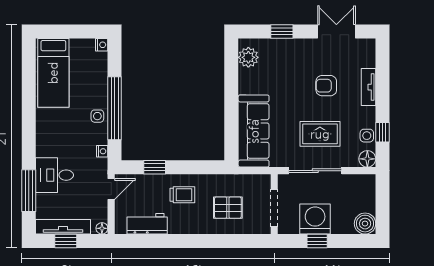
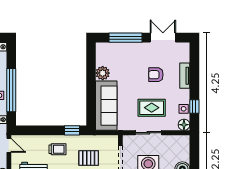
window: (282, 32) -> (126, 38), width x2.17
plant: (248, 57) -> (103, 73), moved
window: (155, 167) -> (72, 130), moved
sliding door: (315, 171) -> (148, 133), width x0.73
door: (111, 189) -> (9, 145), hinge flipped

